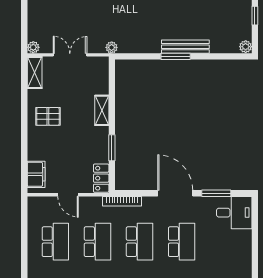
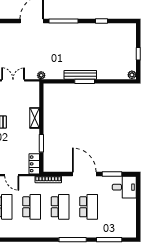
bench: (185, 47) -> (80, 75), moved

